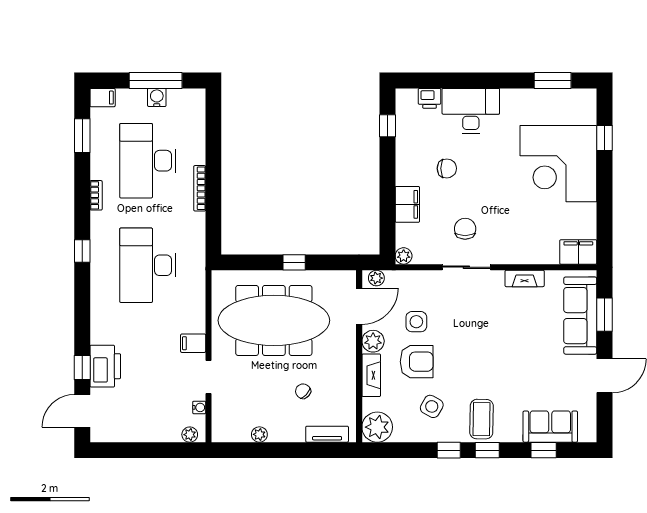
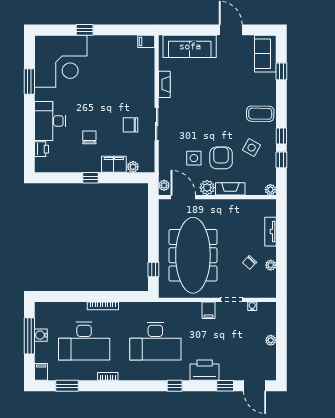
window: (553, 80) -> (29, 82), moved
window: (387, 126) -> (91, 178), moved
window: (605, 138) -> (85, 30), moved
corner desk: (558, 164) -> (61, 61), moved
window: (82, 251) -> (175, 386), moved
filing cabinet: (578, 252) -> (146, 41), width x0.50
plant: (404, 256) -> (133, 167), moved
window: (294, 262) -> (153, 269), moved
window: (605, 315) -> (189, 30), removed
printer: (105, 366) -> (205, 370), moved
chair: (303, 391) -> (250, 262), moved
plant: (377, 427) -> (270, 190), width x0.53, depth x0.53
sofa: (550, 427) -> (265, 54), moved
tv unit: (327, 434) -> (271, 232), moved
plant: (190, 435) -> (271, 340), moved
window: (487, 450) -> (281, 160), moved

